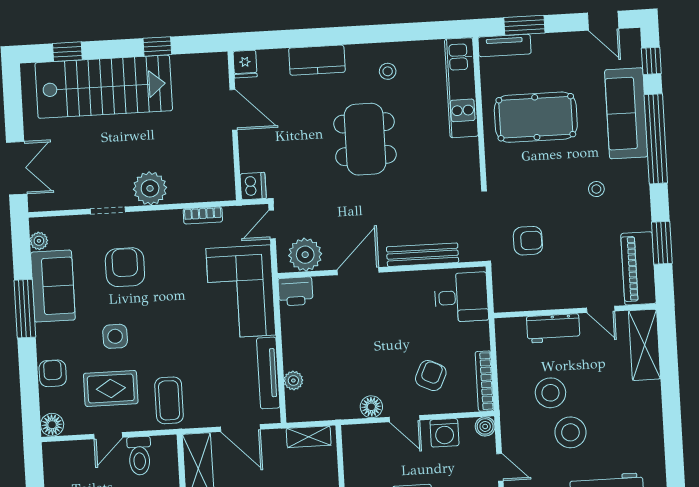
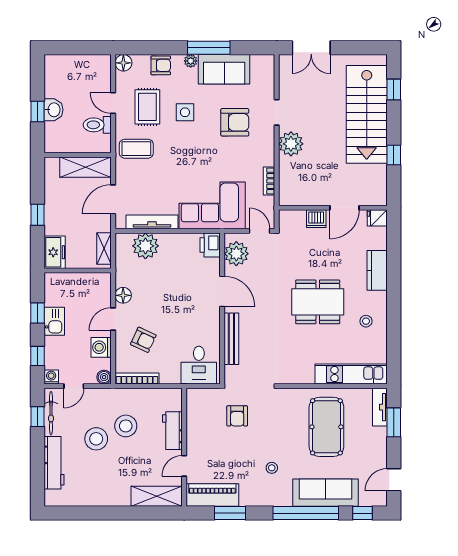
dishwasher: (253, 186) -> (316, 219), moved
plant: (39, 241) -> (191, 61), moved
plant: (293, 380) -> (145, 246), width x1.87, depth x1.87

